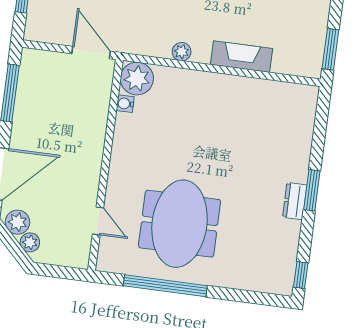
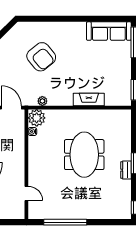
plant: (182, 52) -> (42, 101), moved
meeting table: (179, 224) -> (84, 155), moved

